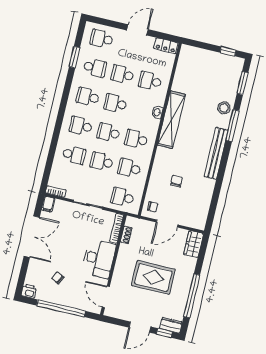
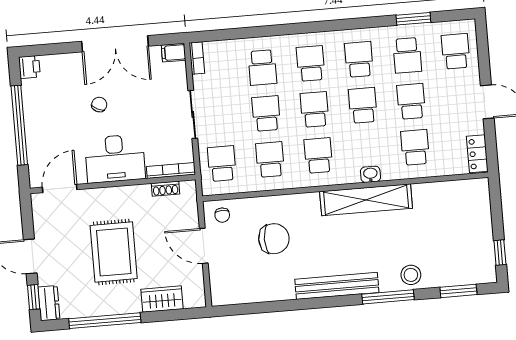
chair: (176, 181) -> (274, 239), width x1.87, depth x1.87
wardrobe: (194, 244) -> (162, 299), moved
chair: (58, 278) -> (99, 105), moved

